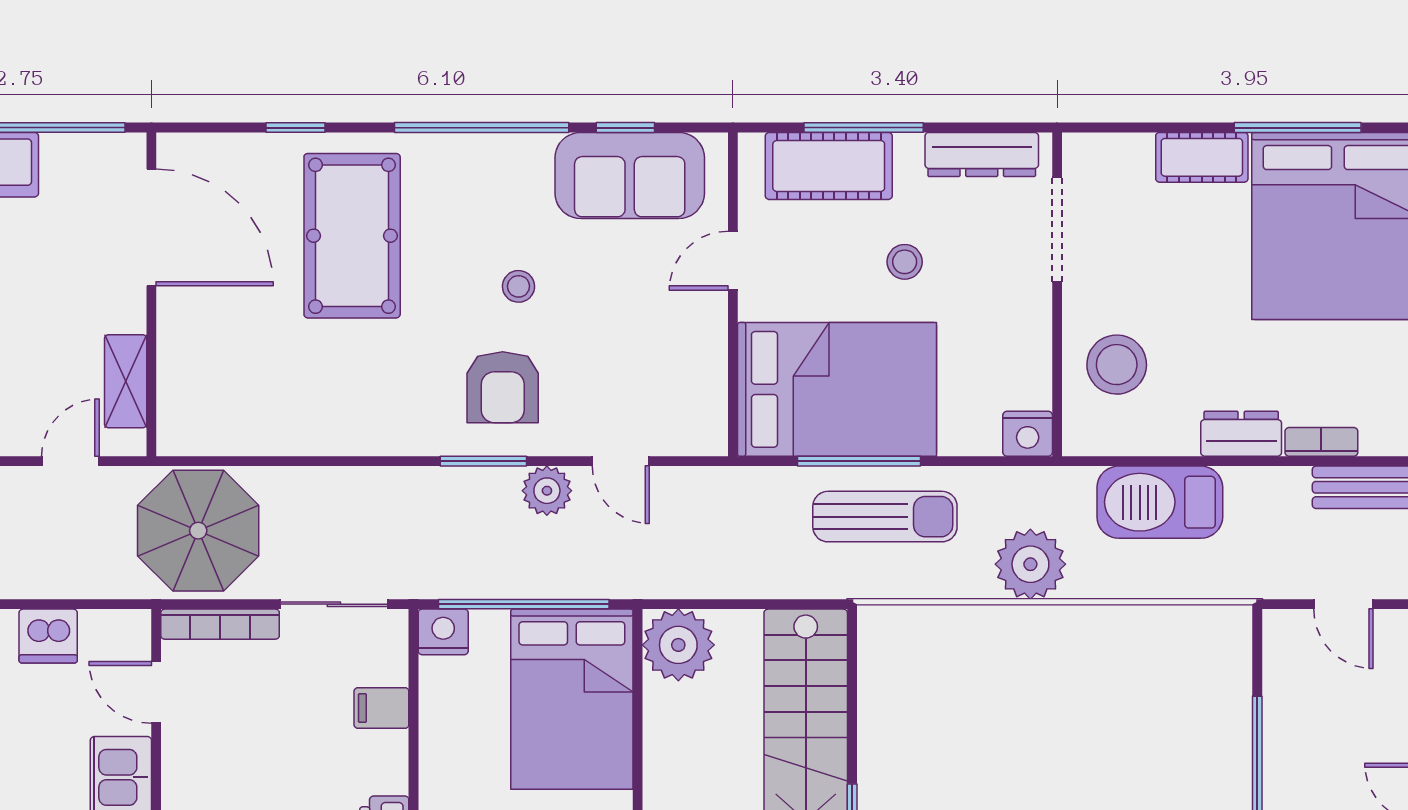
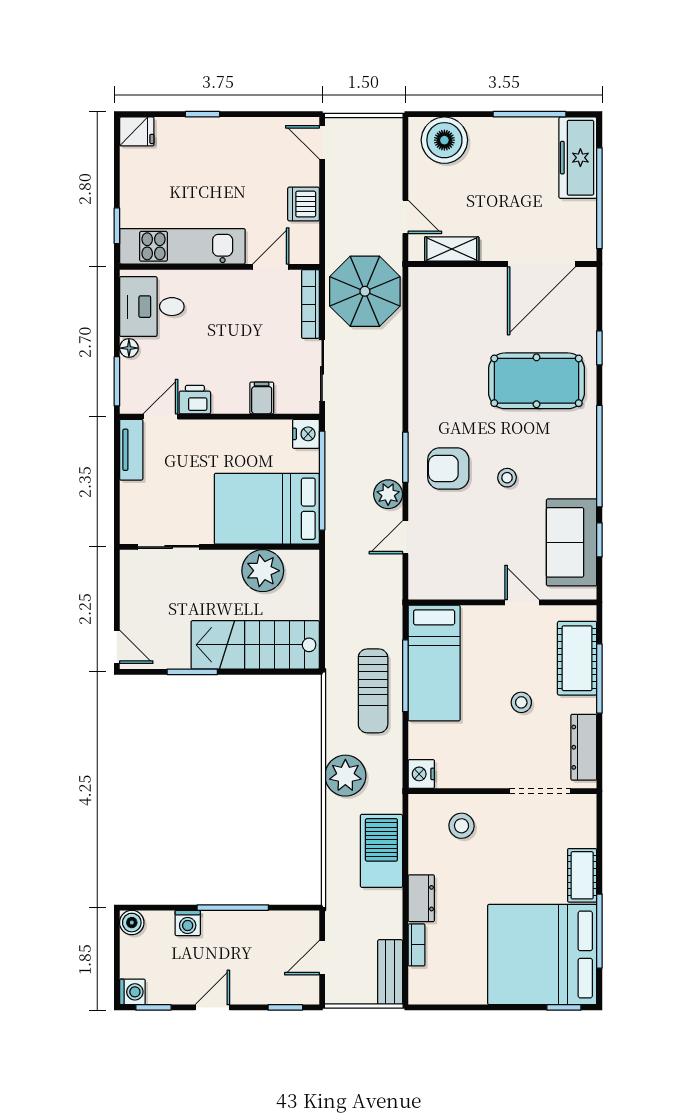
stool: (1117, 365) -> (462, 826), width x0.73, depth x0.73
bed: (837, 389) -> (434, 663), width x0.67
plant: (678, 645) -> (263, 571), moved

